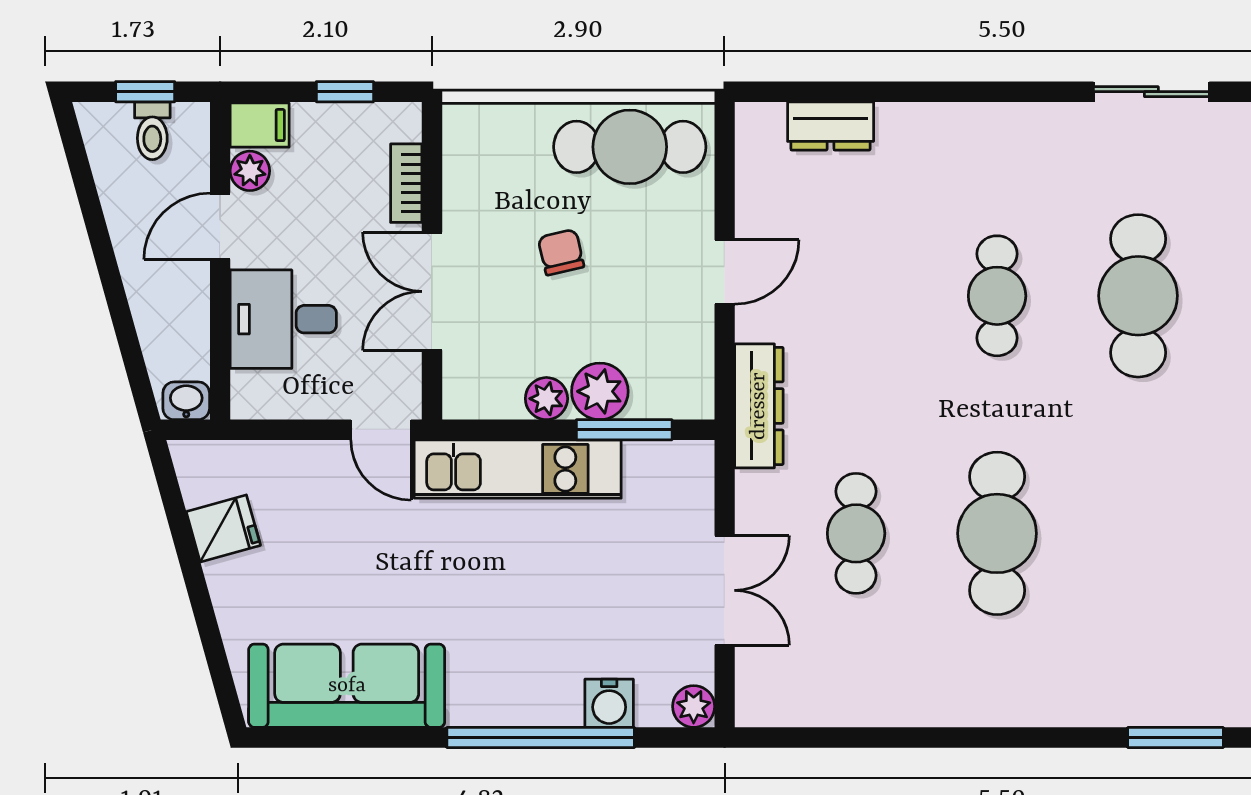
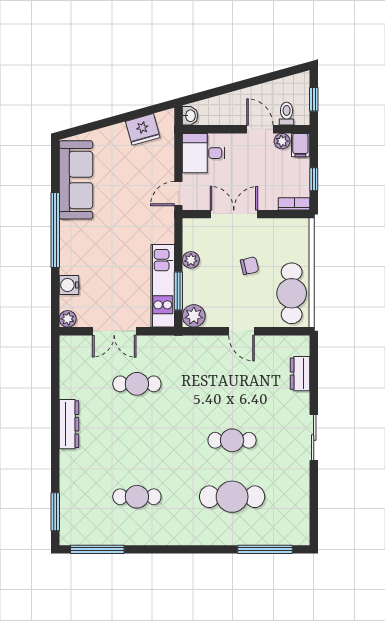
sliding door: (1151, 92) -> (314, 438), moved
toilet: (152, 131) -> (287, 114), moved, turned 90
bookcase: (406, 183) -> (294, 204), moved
desk: (283, 319) -> (204, 153), moved, turned -90
plant: (600, 391) -> (194, 316), moved
dresser: (759, 406) -> (69, 424), moved, turned -90
kitchen unit: (518, 469) -> (163, 286), moved
fridge: (223, 528) -> (143, 129), width x1.38
cafe table: (997, 533) -> (137, 497), moved, width x0.73, depth x0.74
window: (541, 737) -> (55, 230), moved

